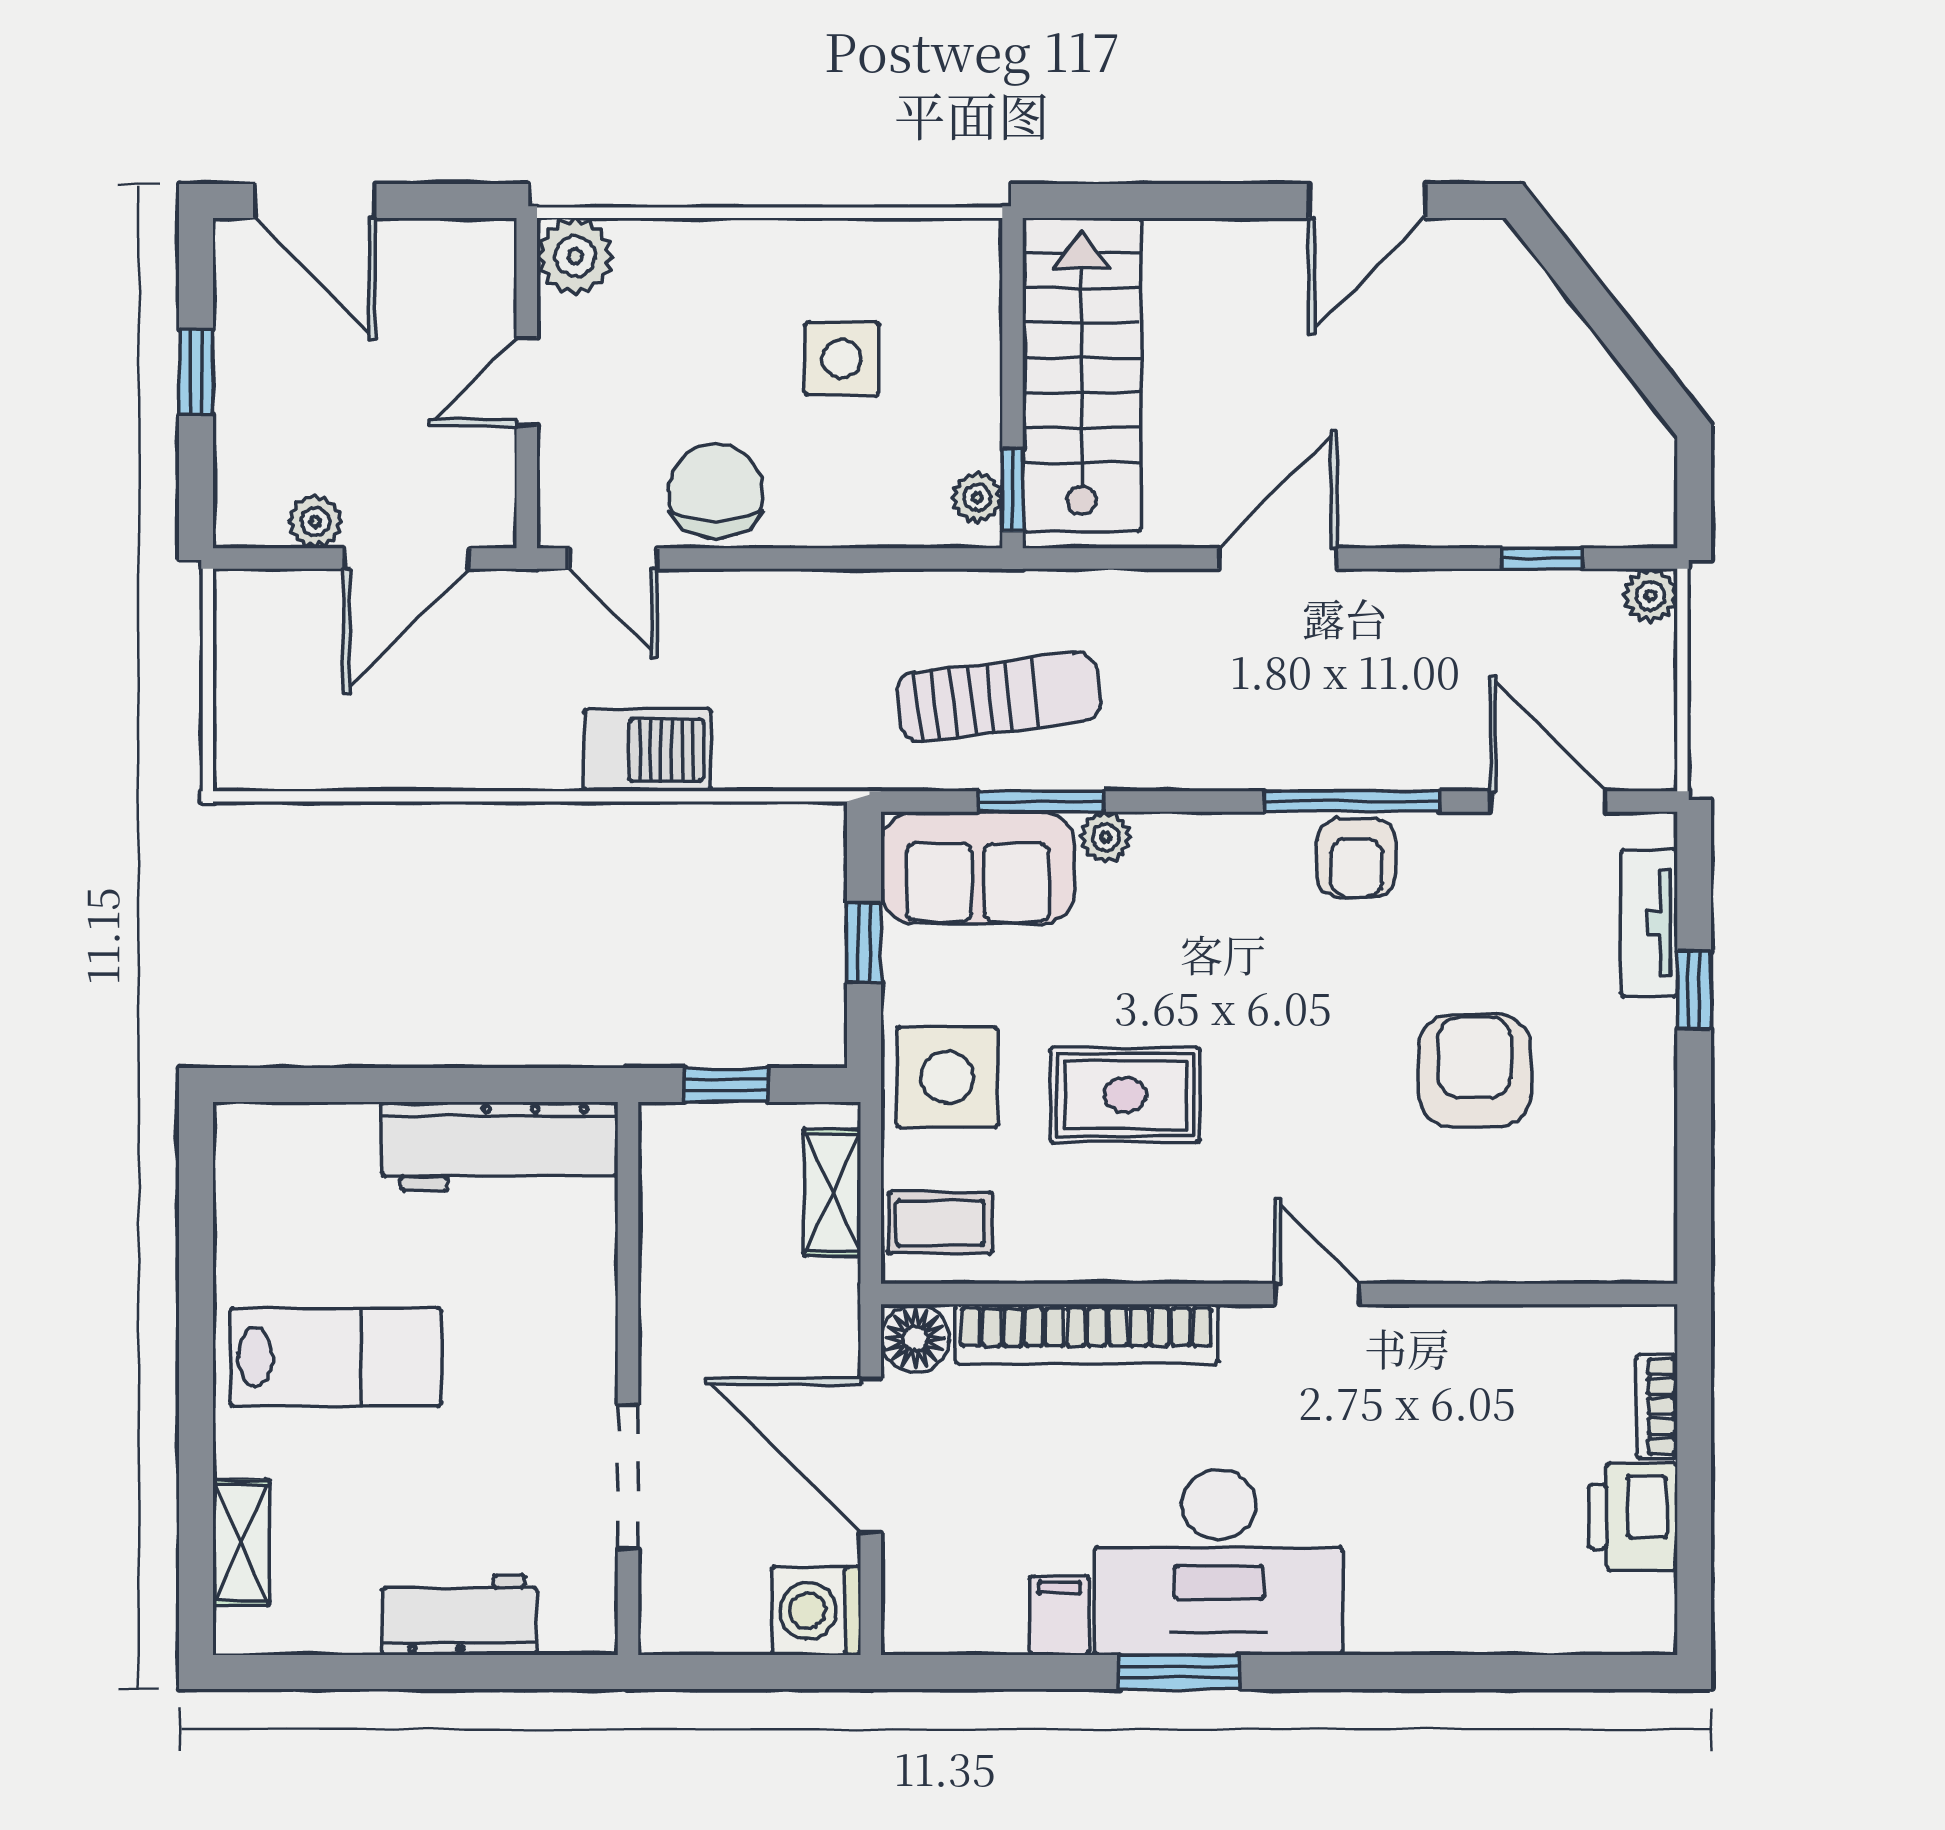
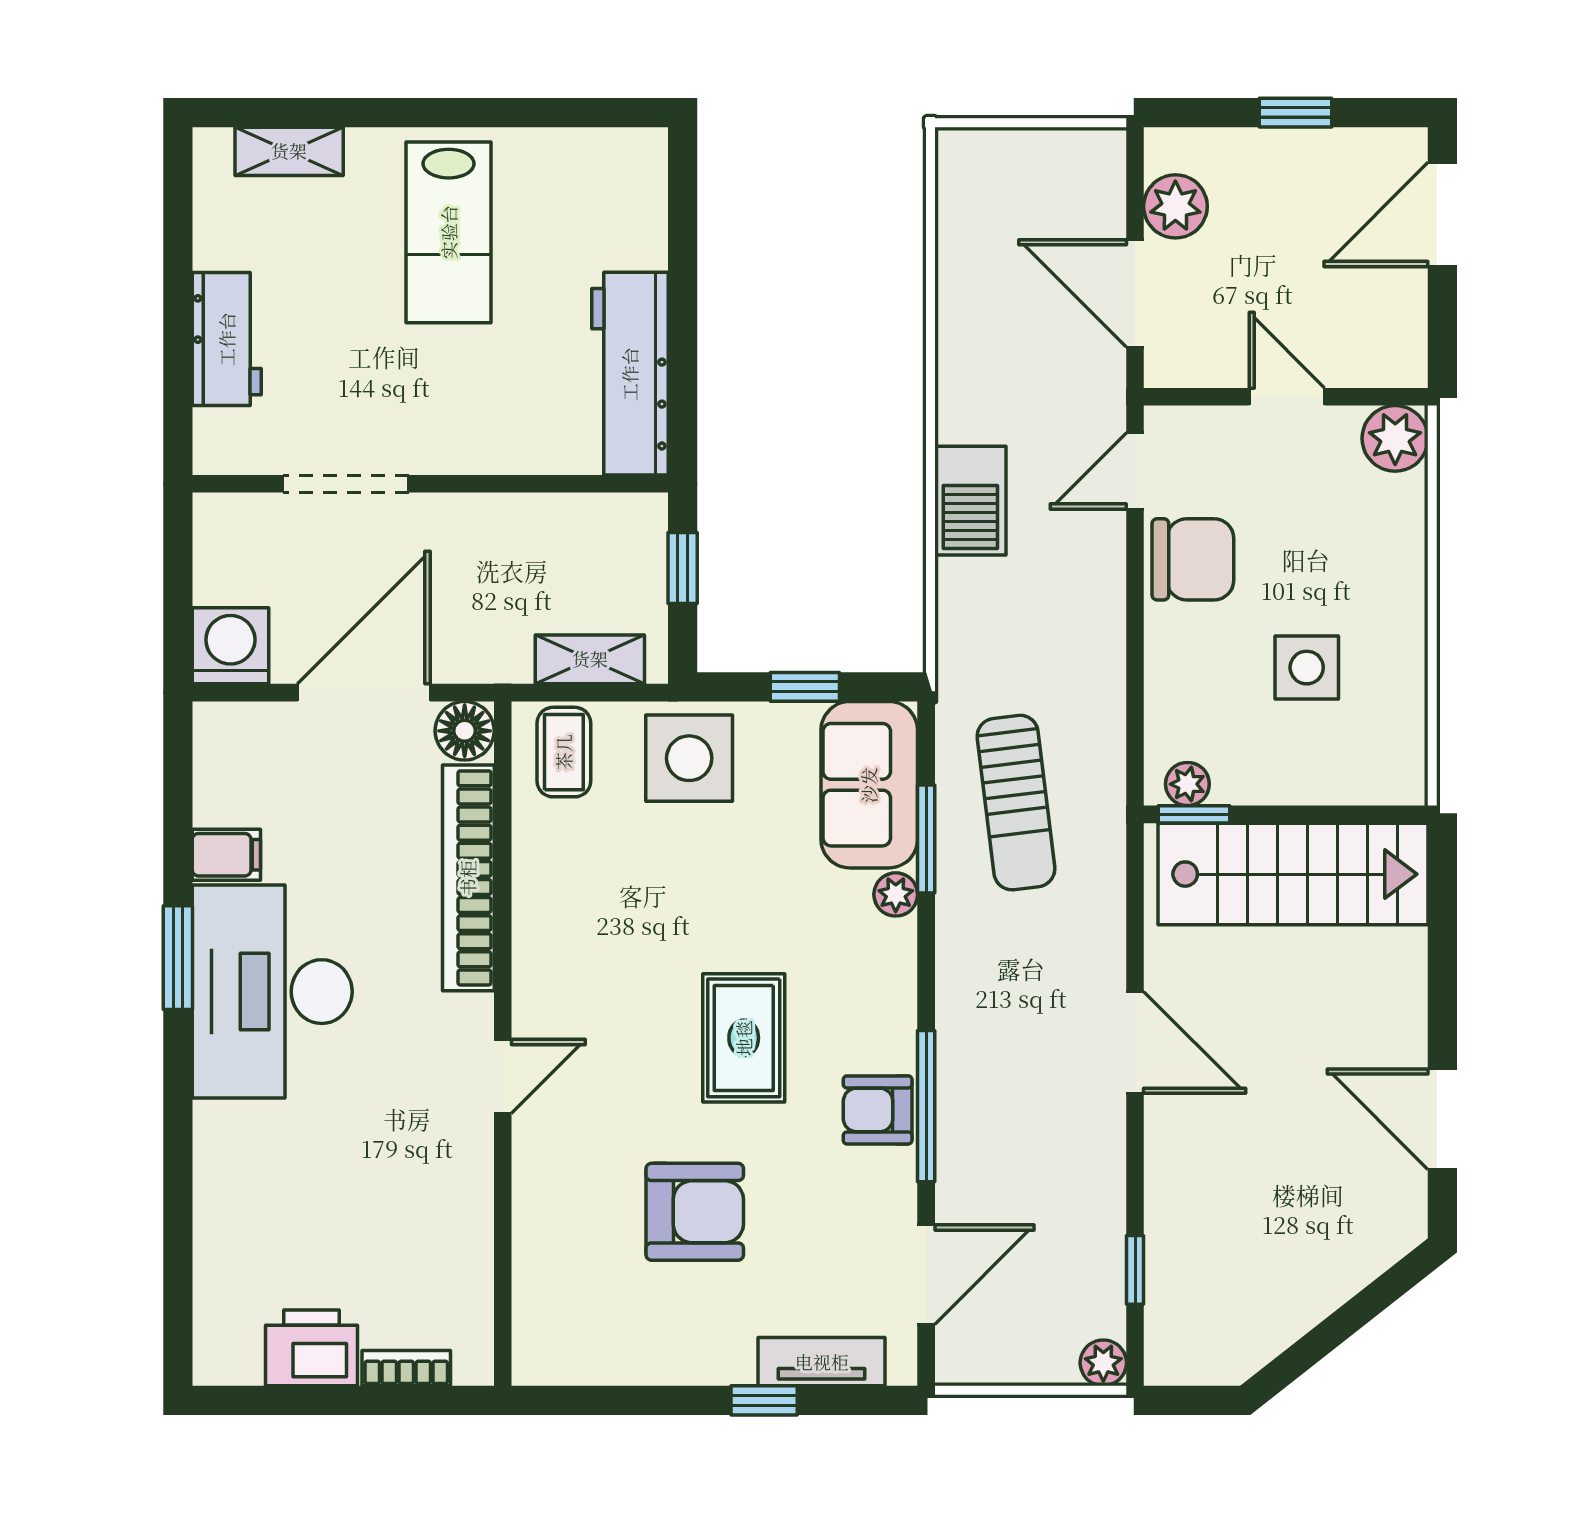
plant: (315, 522) -> (1175, 206), width x1.38, depth x1.38
rug: (1125, 1095) -> (744, 1038), moved

